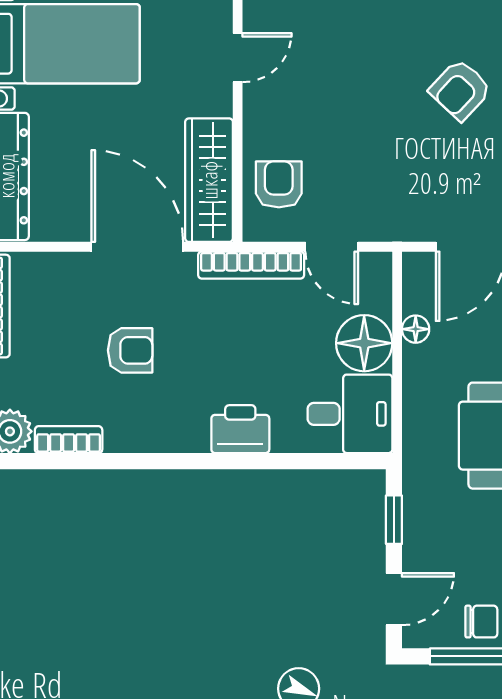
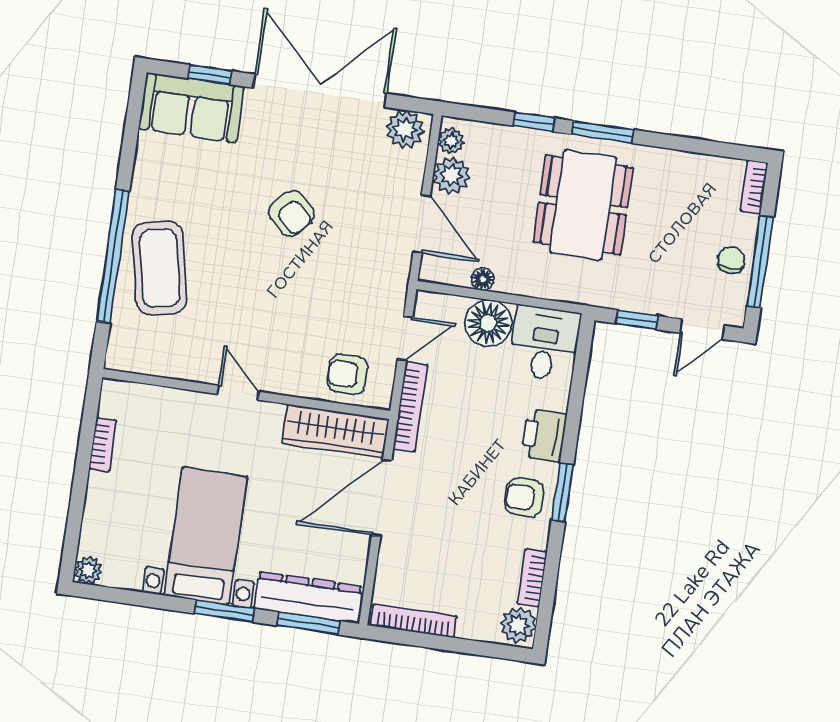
armchair: (130, 350) -> (524, 497), moved, turned -90
window: (175, 461) -> (563, 493), added
door: (394, 599) -> (702, 329), swing flipped

